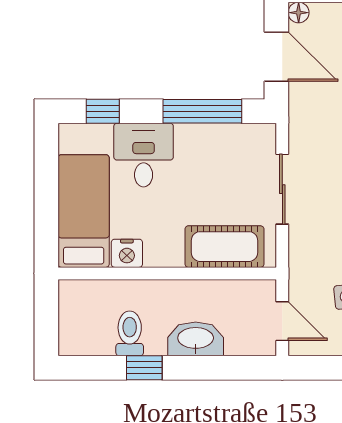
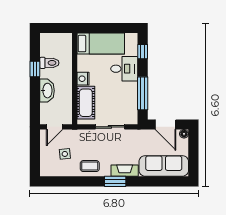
door: (276, 57) -> (165, 124), hinge flipped
nightstand: (127, 253) -> (83, 79), moved

